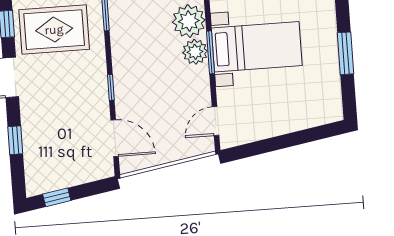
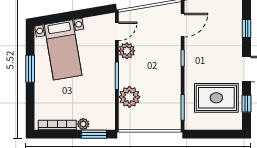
bed with nightstands: (257, 47) -> (63, 50), moved, turned -100
plant: (195, 52) -> (127, 51), moved
door: (115, 138) -> (183, 25), swing flipped

